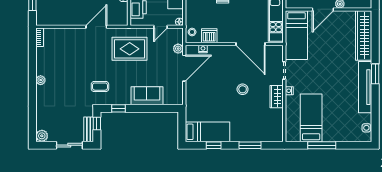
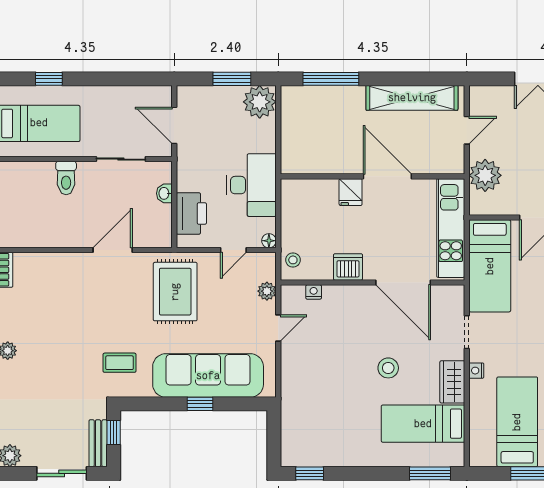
dishwasher: (209, 36) -> (348, 267), moved
rug: (130, 49) -> (175, 292), turned 90
door: (184, 68) -> (278, 328), width x0.53
sofa: (147, 96) -> (208, 376), width x1.85, depth x1.27
window: (119, 108) -> (200, 404), moved
bed: (207, 132) -> (423, 424), moved, turned 180
window: (214, 145) -> (310, 473), moved
window: (250, 145) -> (430, 473), moved

